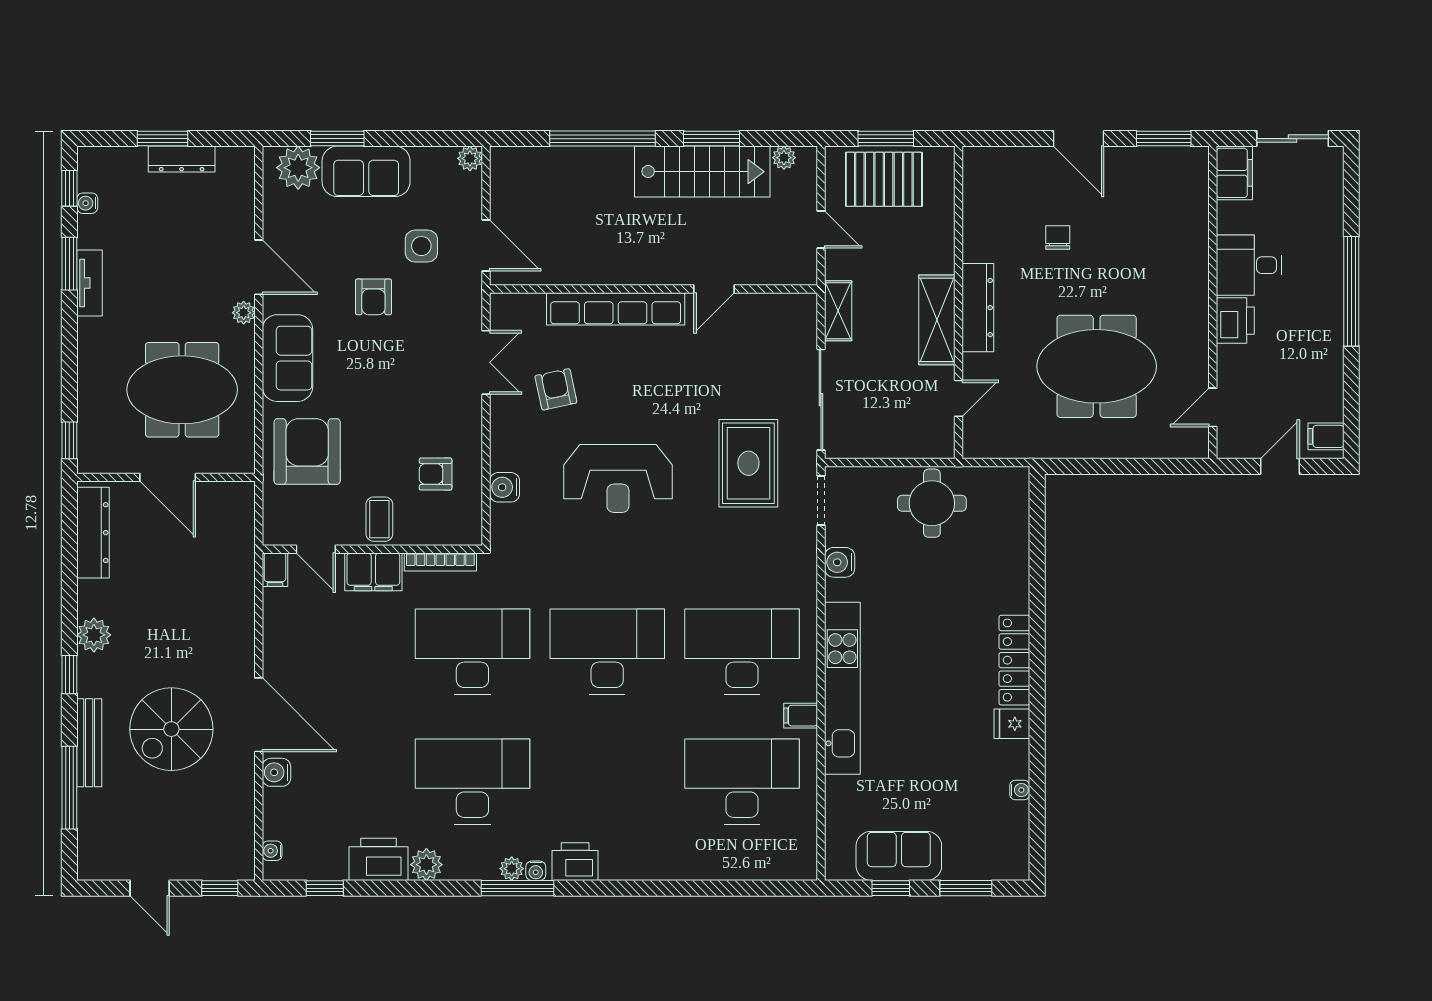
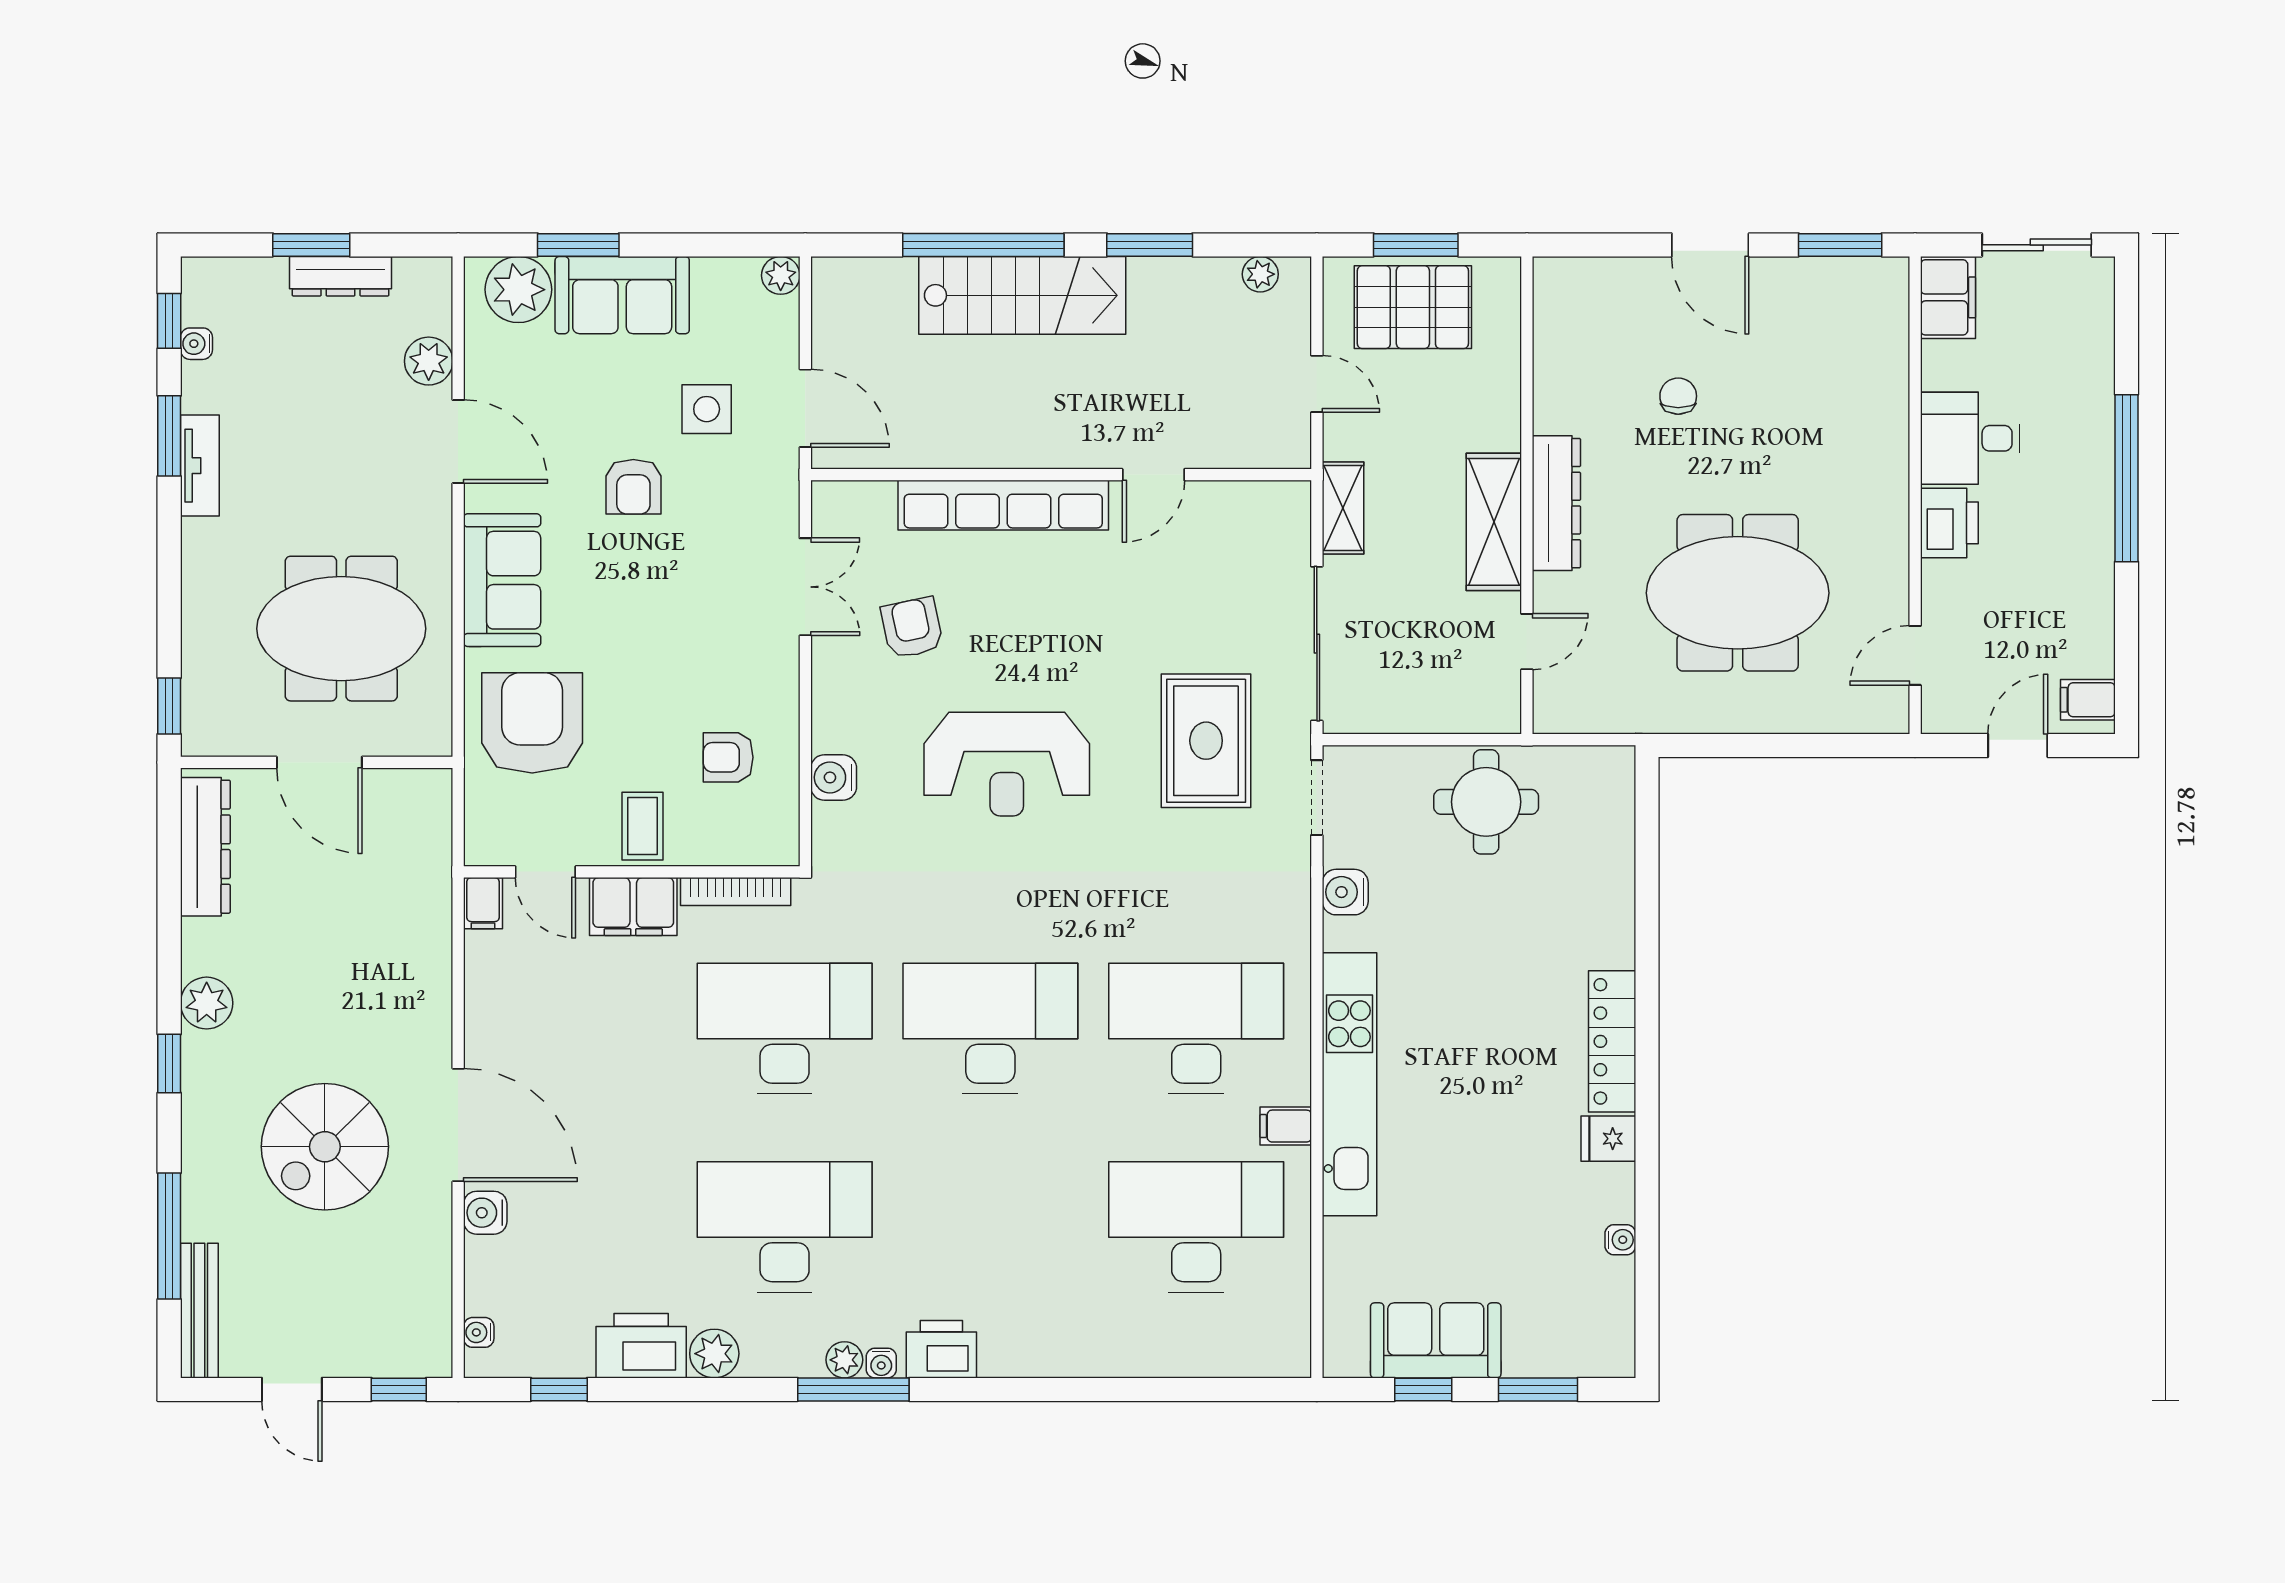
stairs: (702, 172) -> (1022, 295), moved
plant: (244, 313) -> (429, 361), moved, width x1.38, depth x1.38
bench: (89, 743) -> (199, 1311), moved

